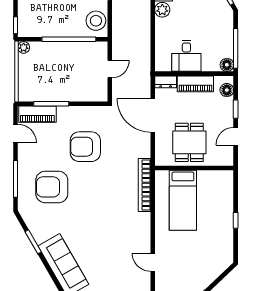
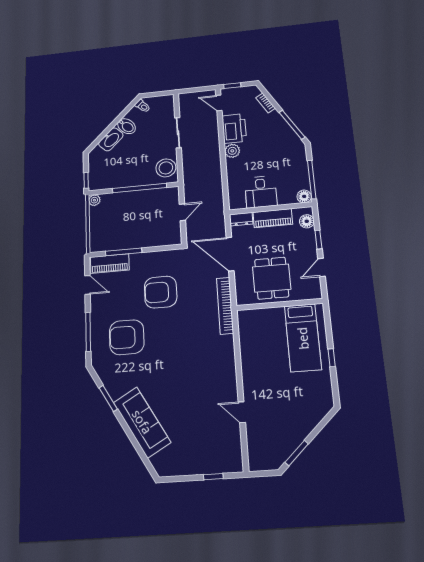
bookcase: (145, 185) -> (225, 306), moved
bed: (183, 200) -> (303, 338), moved

